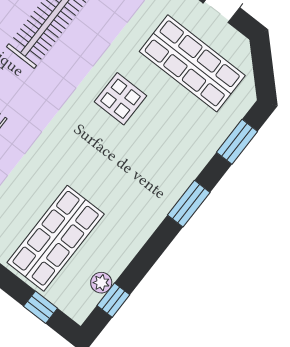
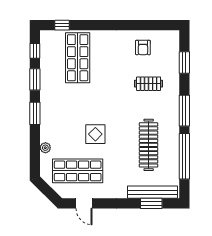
window: (237, 142) -> (35, 79), moved
plant: (101, 283) -> (45, 148), moved

